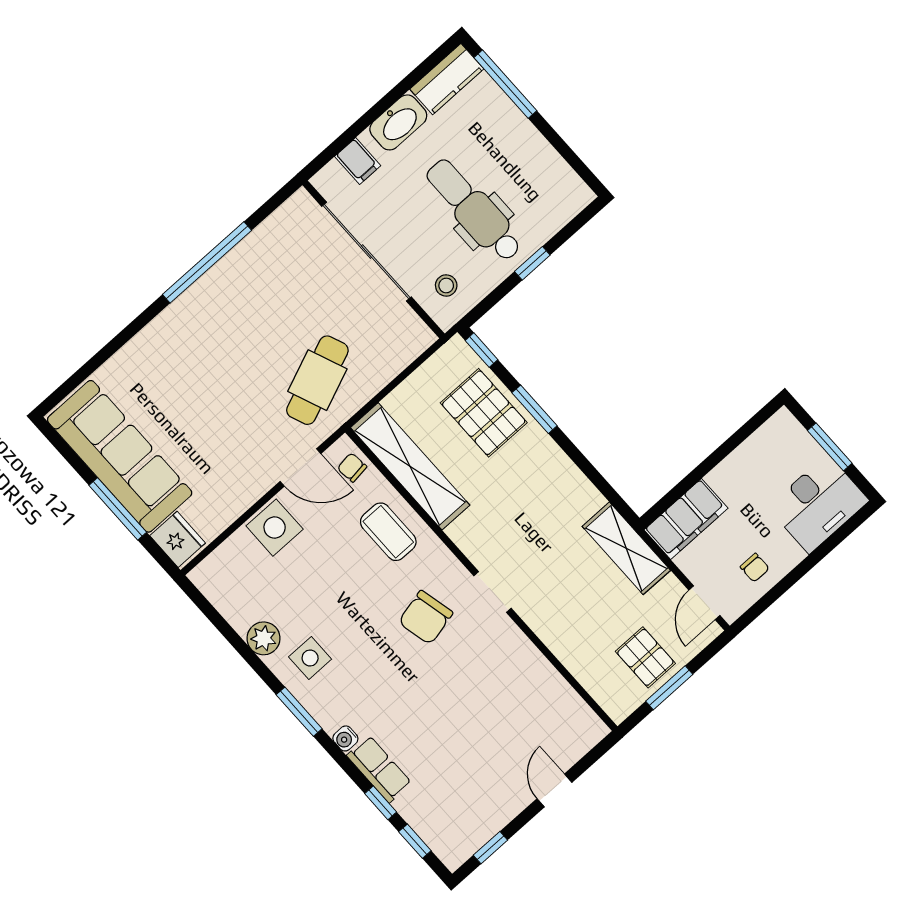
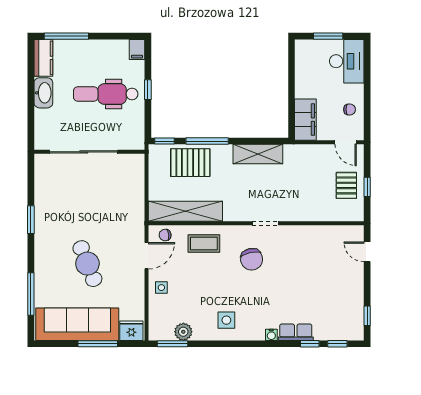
filing cabinet: (358, 161) -> (137, 50), moved, turned 90
window: (207, 262) -> (31, 220), width x0.47
stool: (446, 285) -> (126, 132), removed
window: (104, 354) -> (31, 294), added
cafe table: (317, 380) -> (87, 264), moved
window: (534, 409) -> (207, 141), width x1.44
side table: (275, 528) -> (161, 288), width x0.54, depth x0.54
shelving: (626, 548) -> (258, 154), moved
plant: (264, 638) -> (183, 332), moved
pallet: (645, 657) -> (346, 185), turned 90
window: (669, 688) -> (367, 187), width x0.67
window: (299, 712) -> (172, 344), moved
door: (554, 790) -> (367, 252), moved

